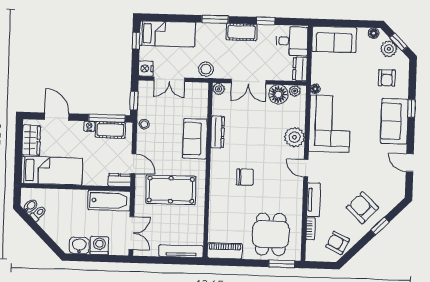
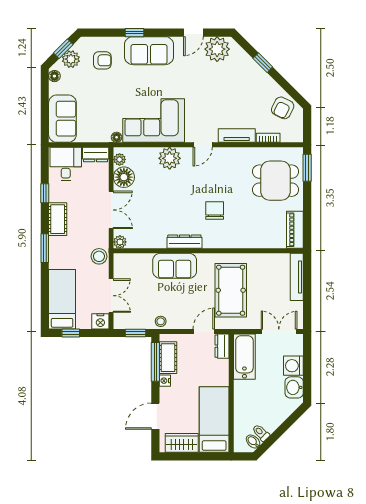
dresser: (218, 132) -> (184, 242), moved
plant: (394, 184) -> (217, 49), added
armchair: (362, 208) -> (244, 82), removed

